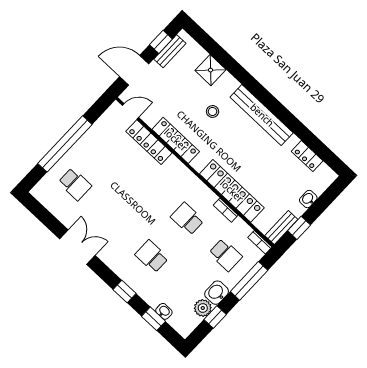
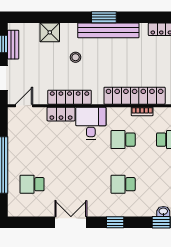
window: (268, 100) -> (104, 17), added
locker: (149, 142) -> (61, 114), width x0.66
desk: (173, 179) -> (91, 123), added
school desk: (75, 184) -> (32, 184), turned 180
window: (125, 292) -> (115, 222), moved

